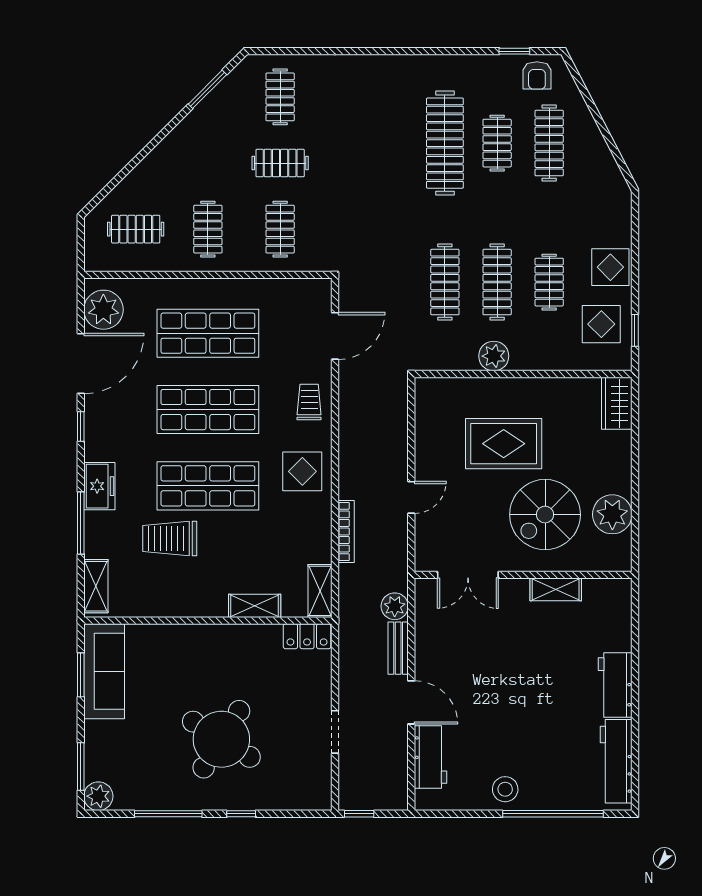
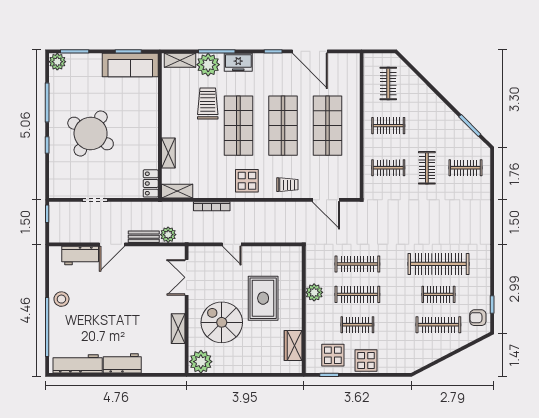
plant: (103, 310) -> (208, 65), moved
wardrobe: (617, 403) -> (293, 345), moved, turned -90
plant: (612, 514) -> (201, 362), moved

